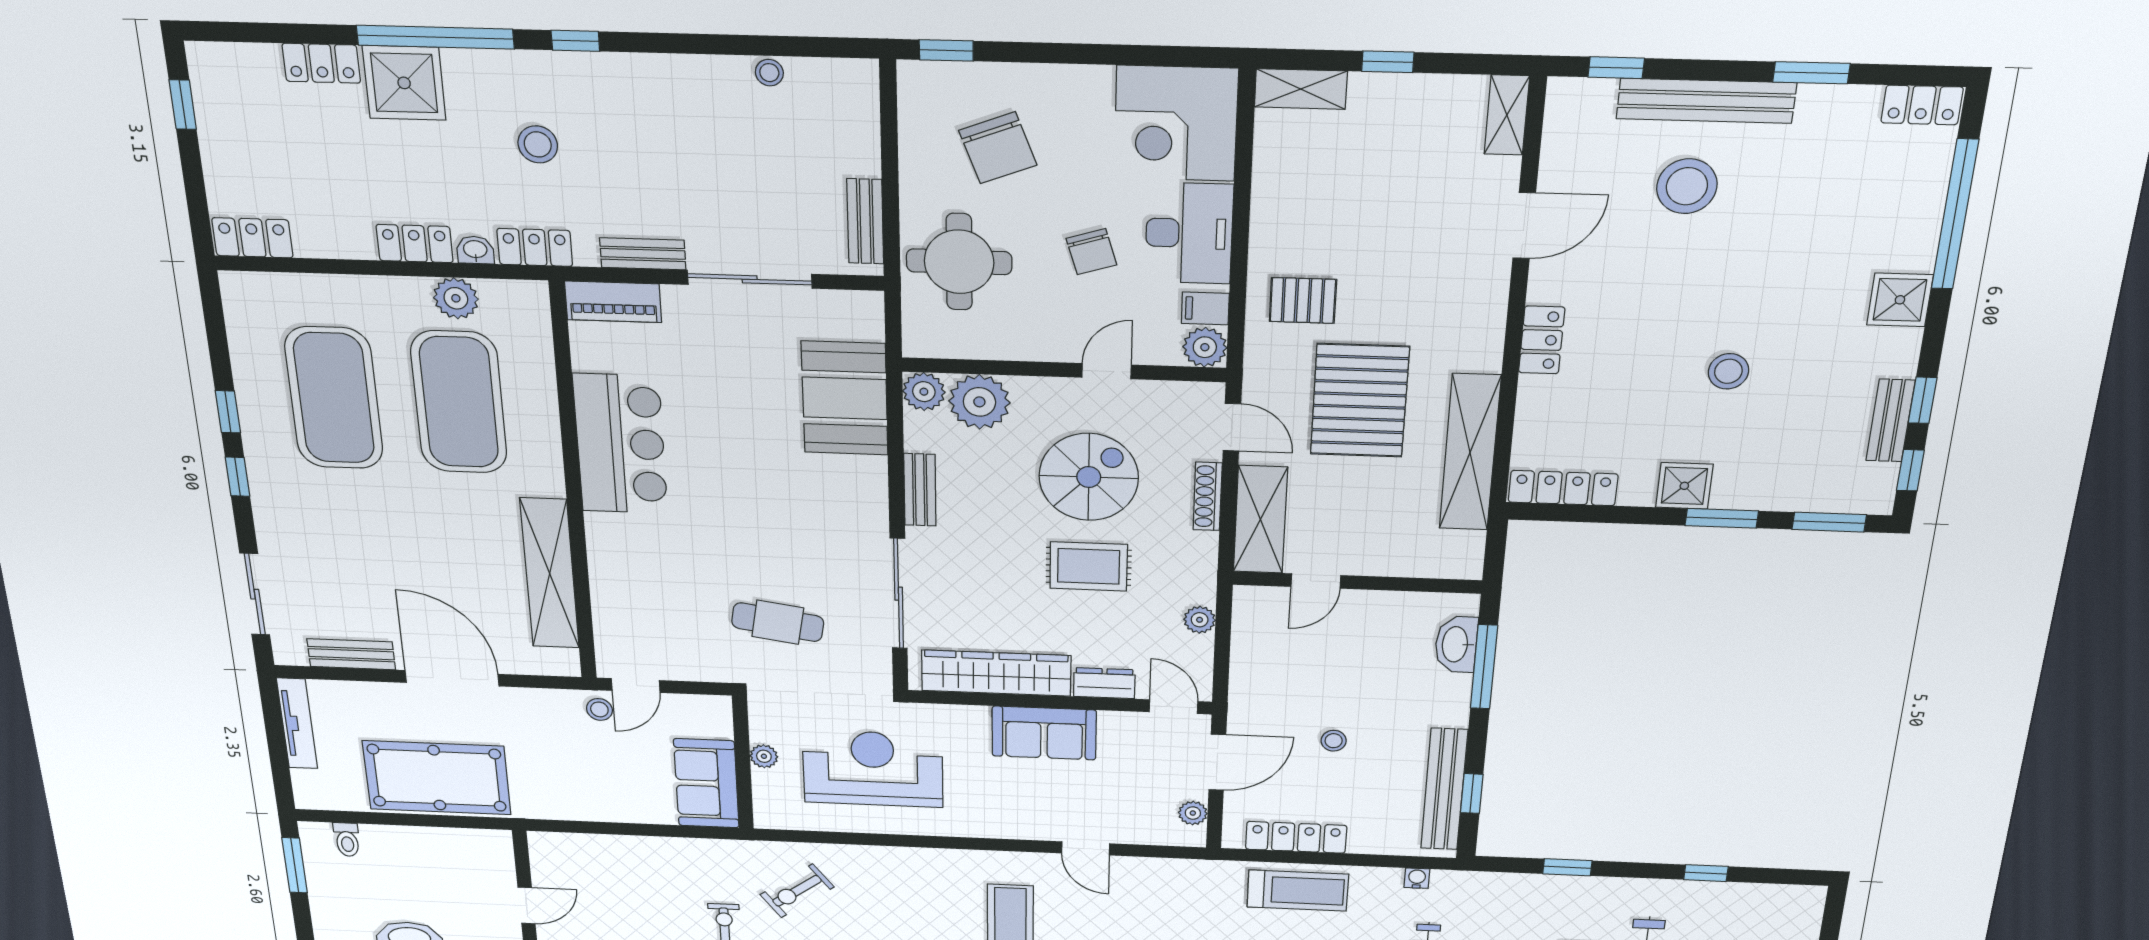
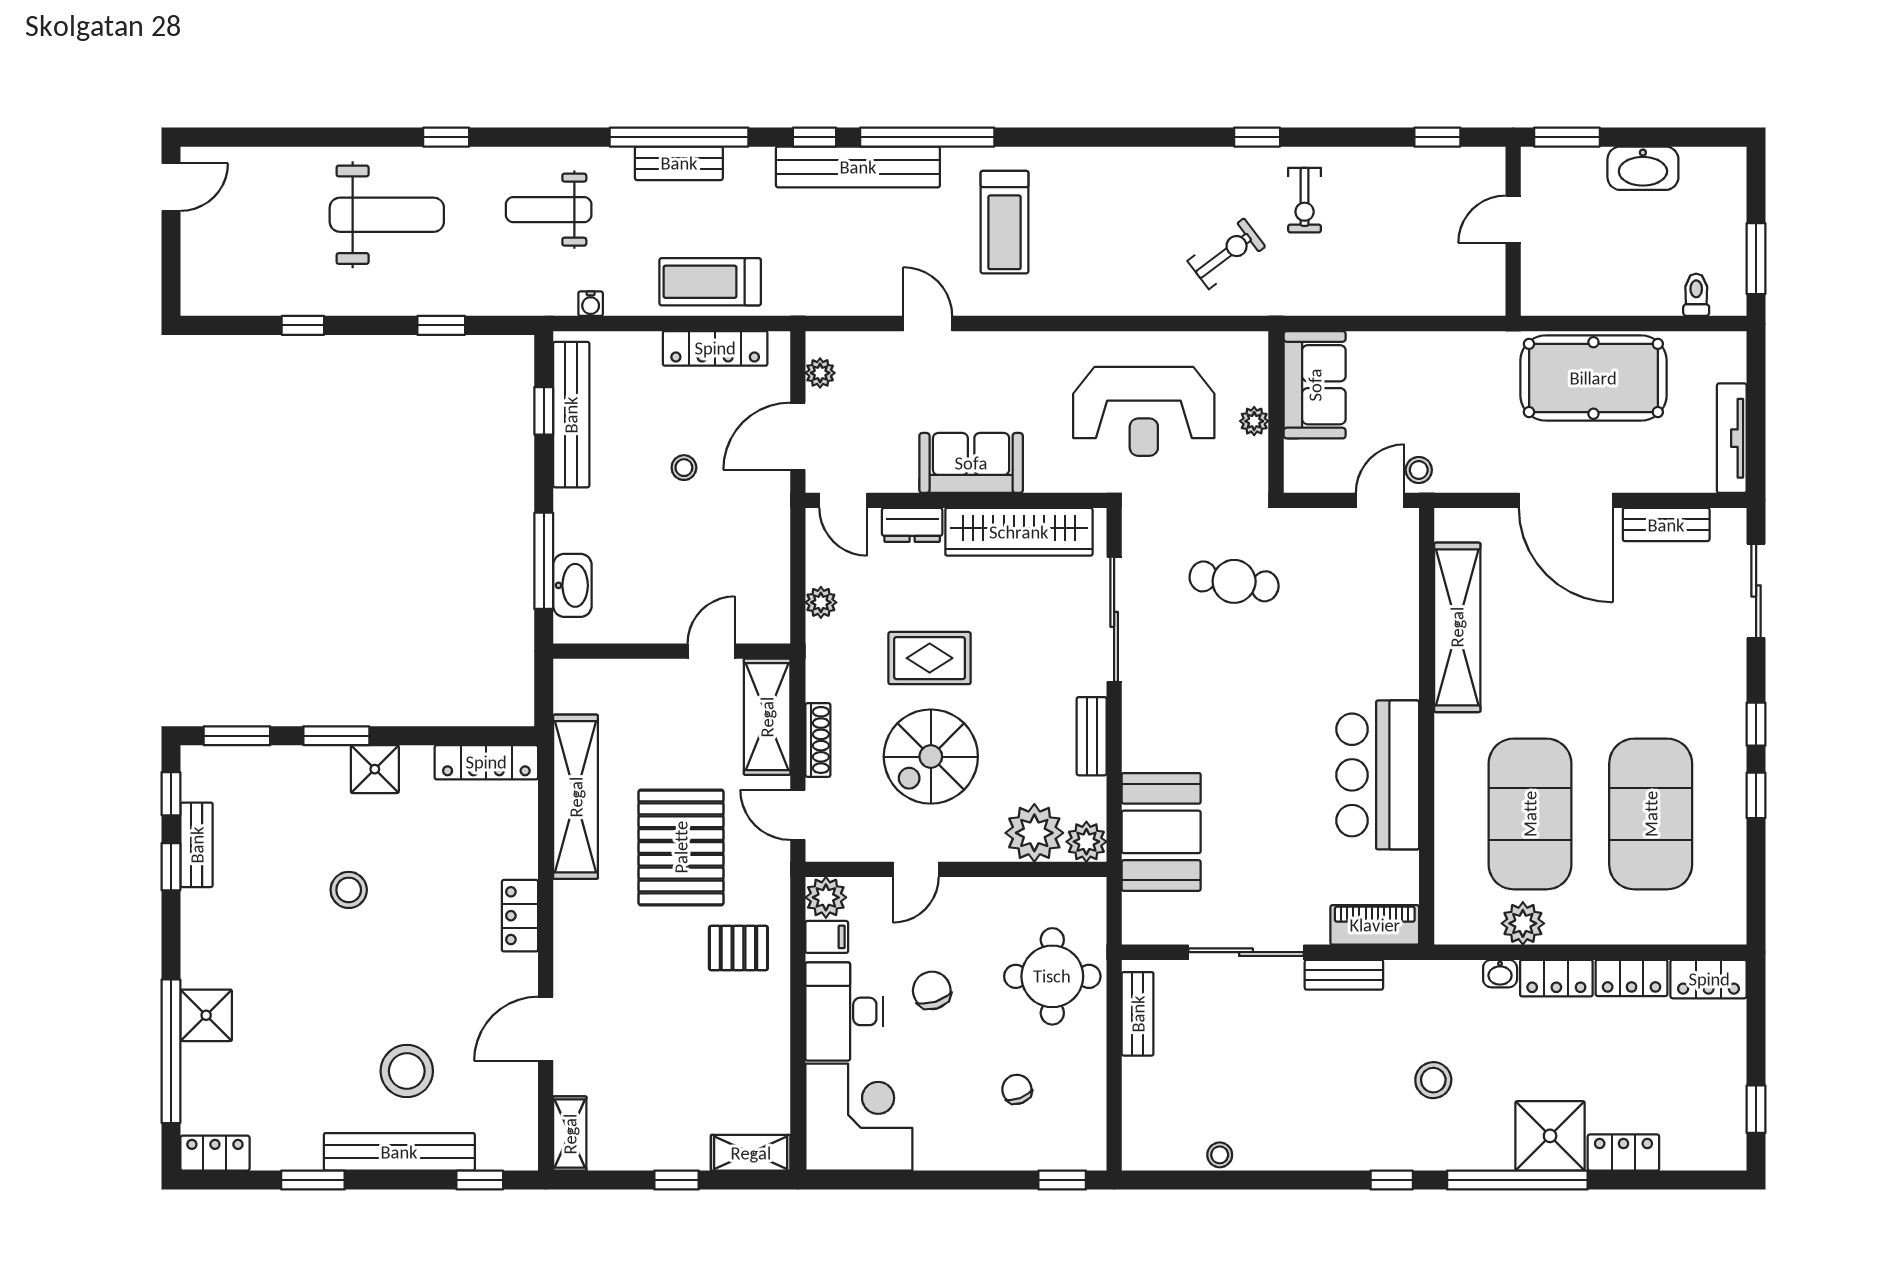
chair: (998, 148) -> (1017, 1089), width x0.54, depth x0.54
locker: (535, 247) -> (1632, 978), moved
shower: (1900, 300) -> (206, 1015), moved

